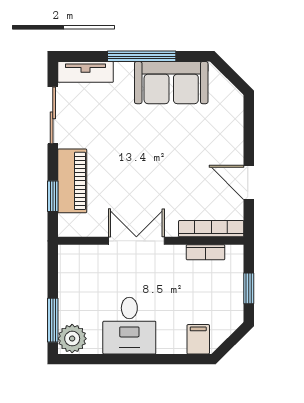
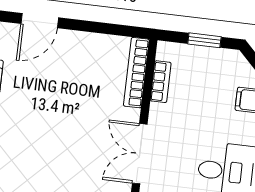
door: (249, 182) -> (40, 21), moved

